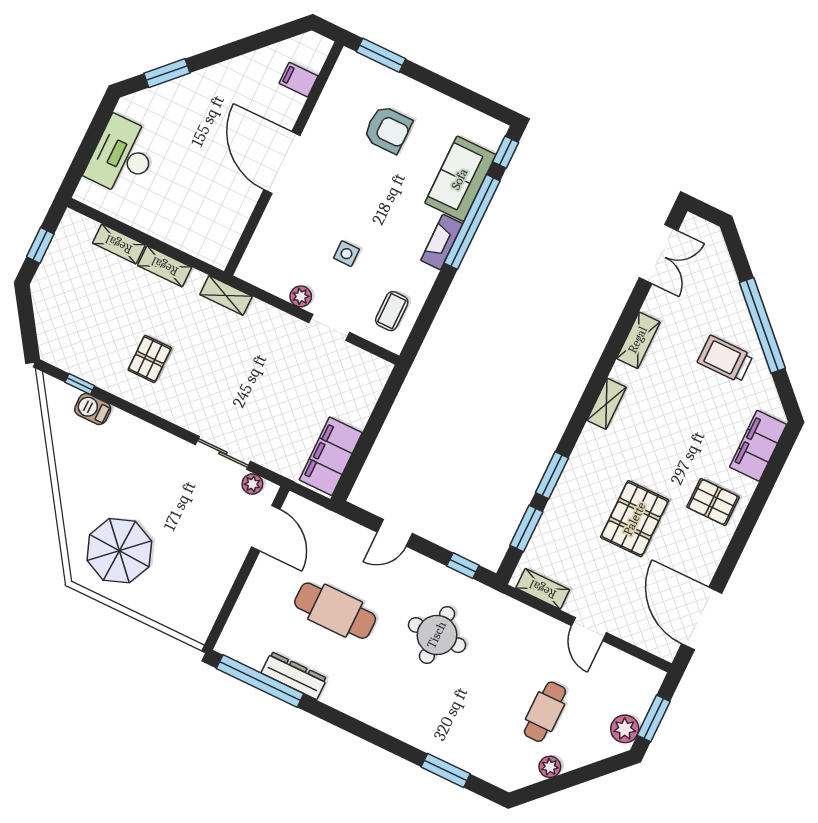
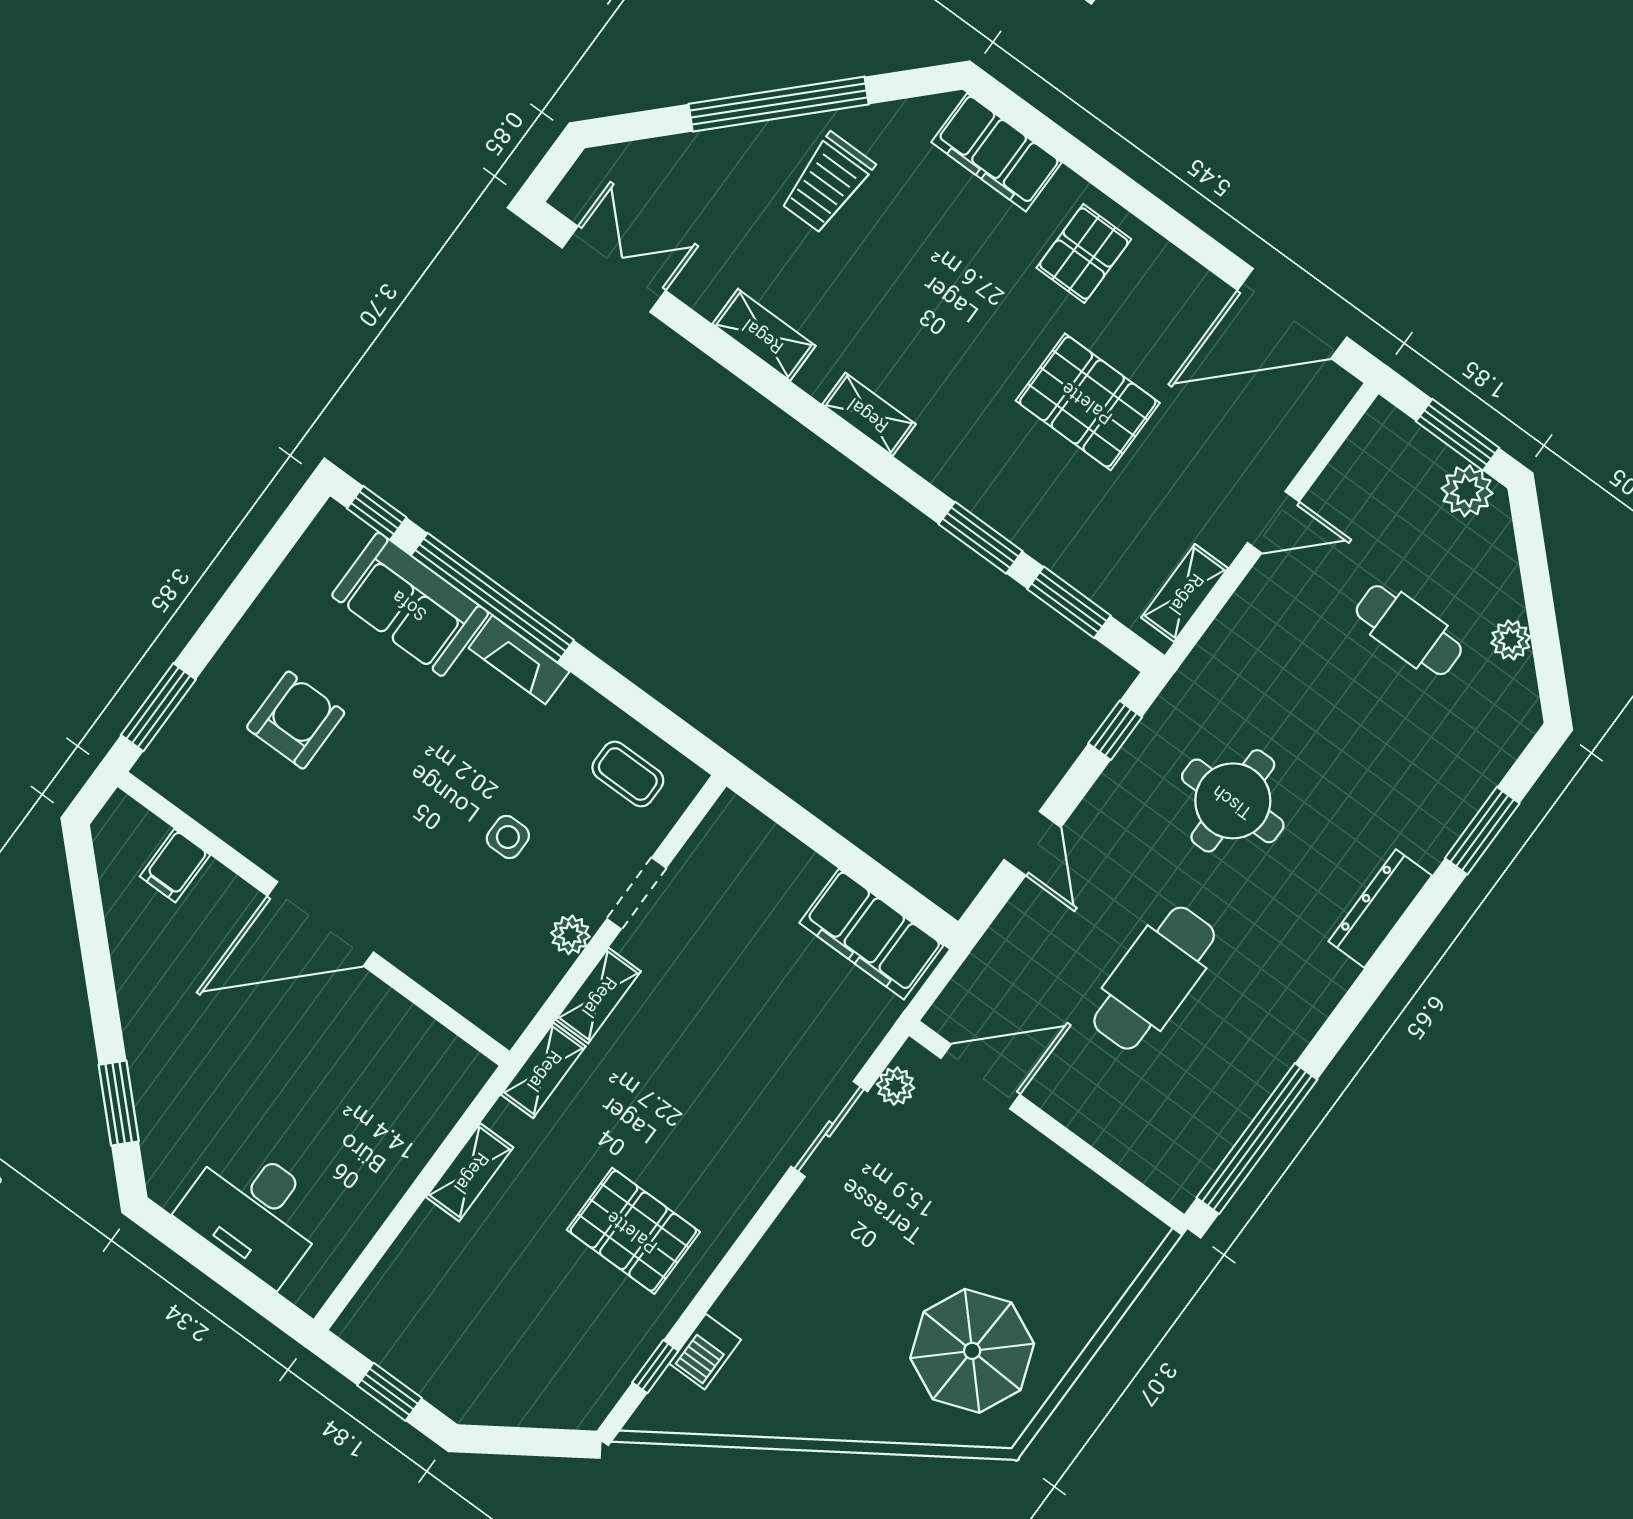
shelving: (119, 244) -> (598, 996), moved
pallet: (150, 359) -> (633, 1231), width x1.50, depth x1.42
dresser: (294, 676) -> (1380, 909), moved

